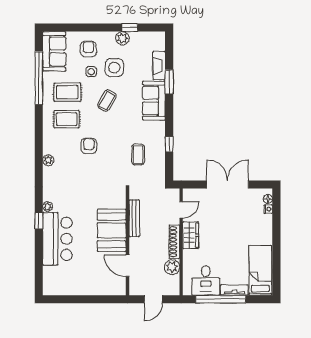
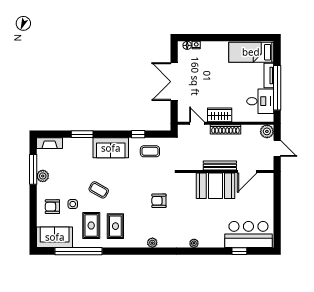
window: (130, 28) -> (33, 169), width x2.17
fireplace: (159, 66) -> (50, 143), moved
side table: (114, 68) -> (69, 183), removed
sofa: (154, 101) -> (111, 148), moved
armchair: (89, 146) -> (159, 201), moved
coffee table: (138, 155) -> (150, 151), moved
bench: (134, 218) -> (220, 165), moved
window: (39, 221) -> (239, 251), moved
bar counter: (57, 239) -> (248, 234), moved
plant: (172, 267) -> (267, 131), moved

